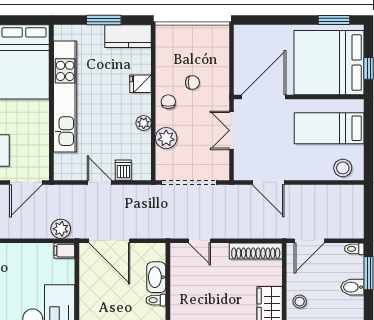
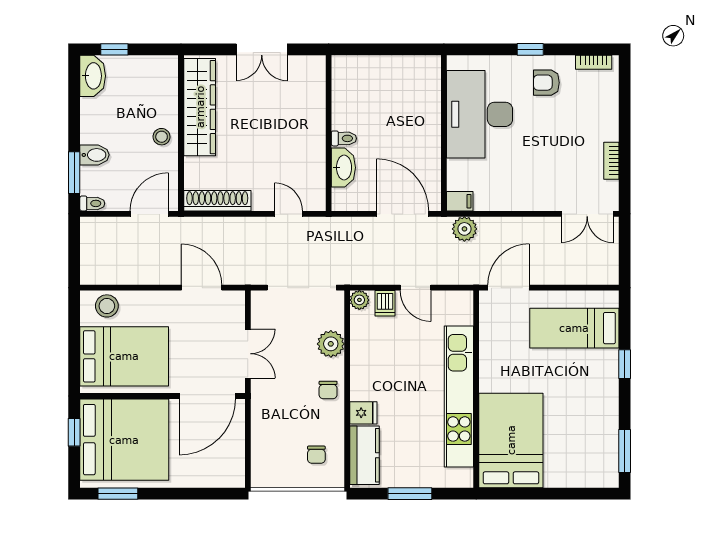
kitchen counter: (128, 36) -> (364, 455), moved, turned 90
chair: (192, 83) -> (316, 455), moved, turned -90
plant: (144, 123) -> (359, 300), moved
bed: (329, 128) -> (124, 356), width x1.50

